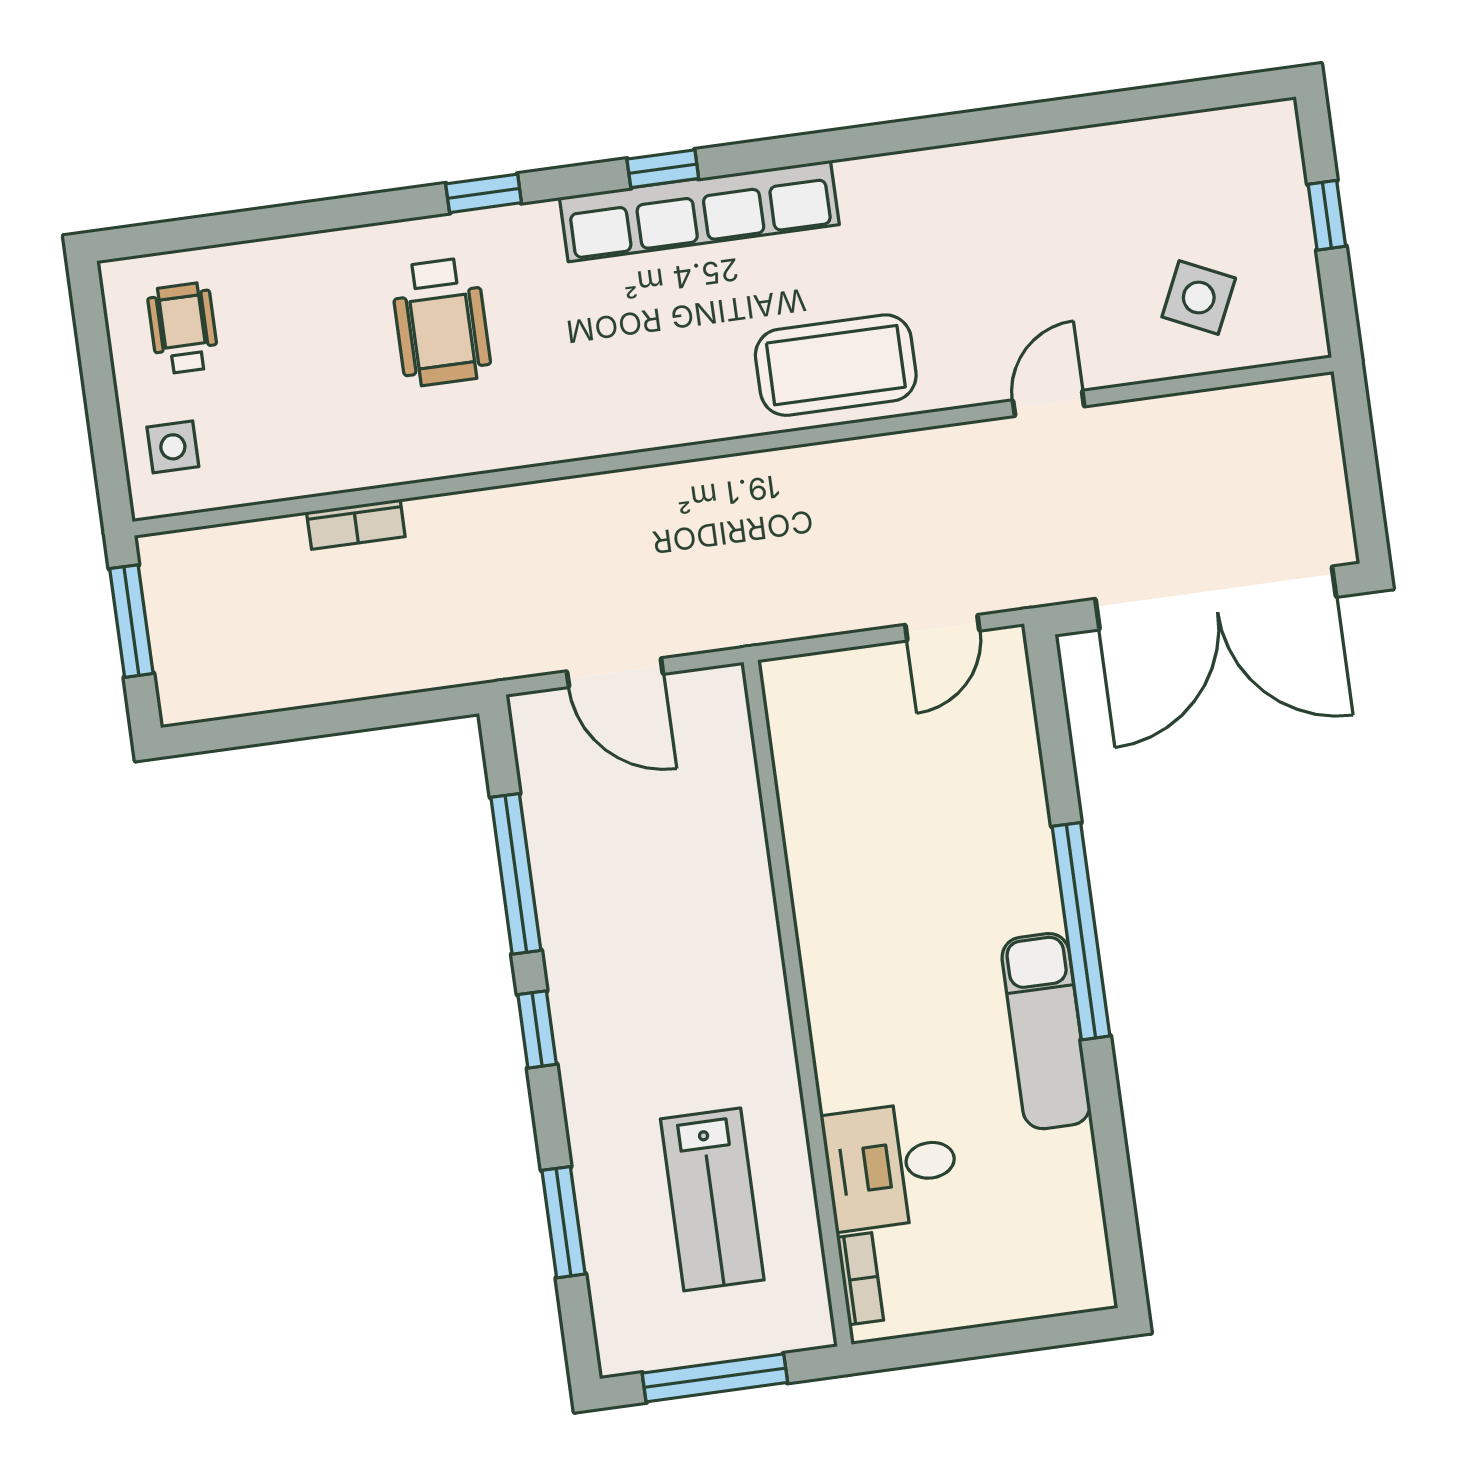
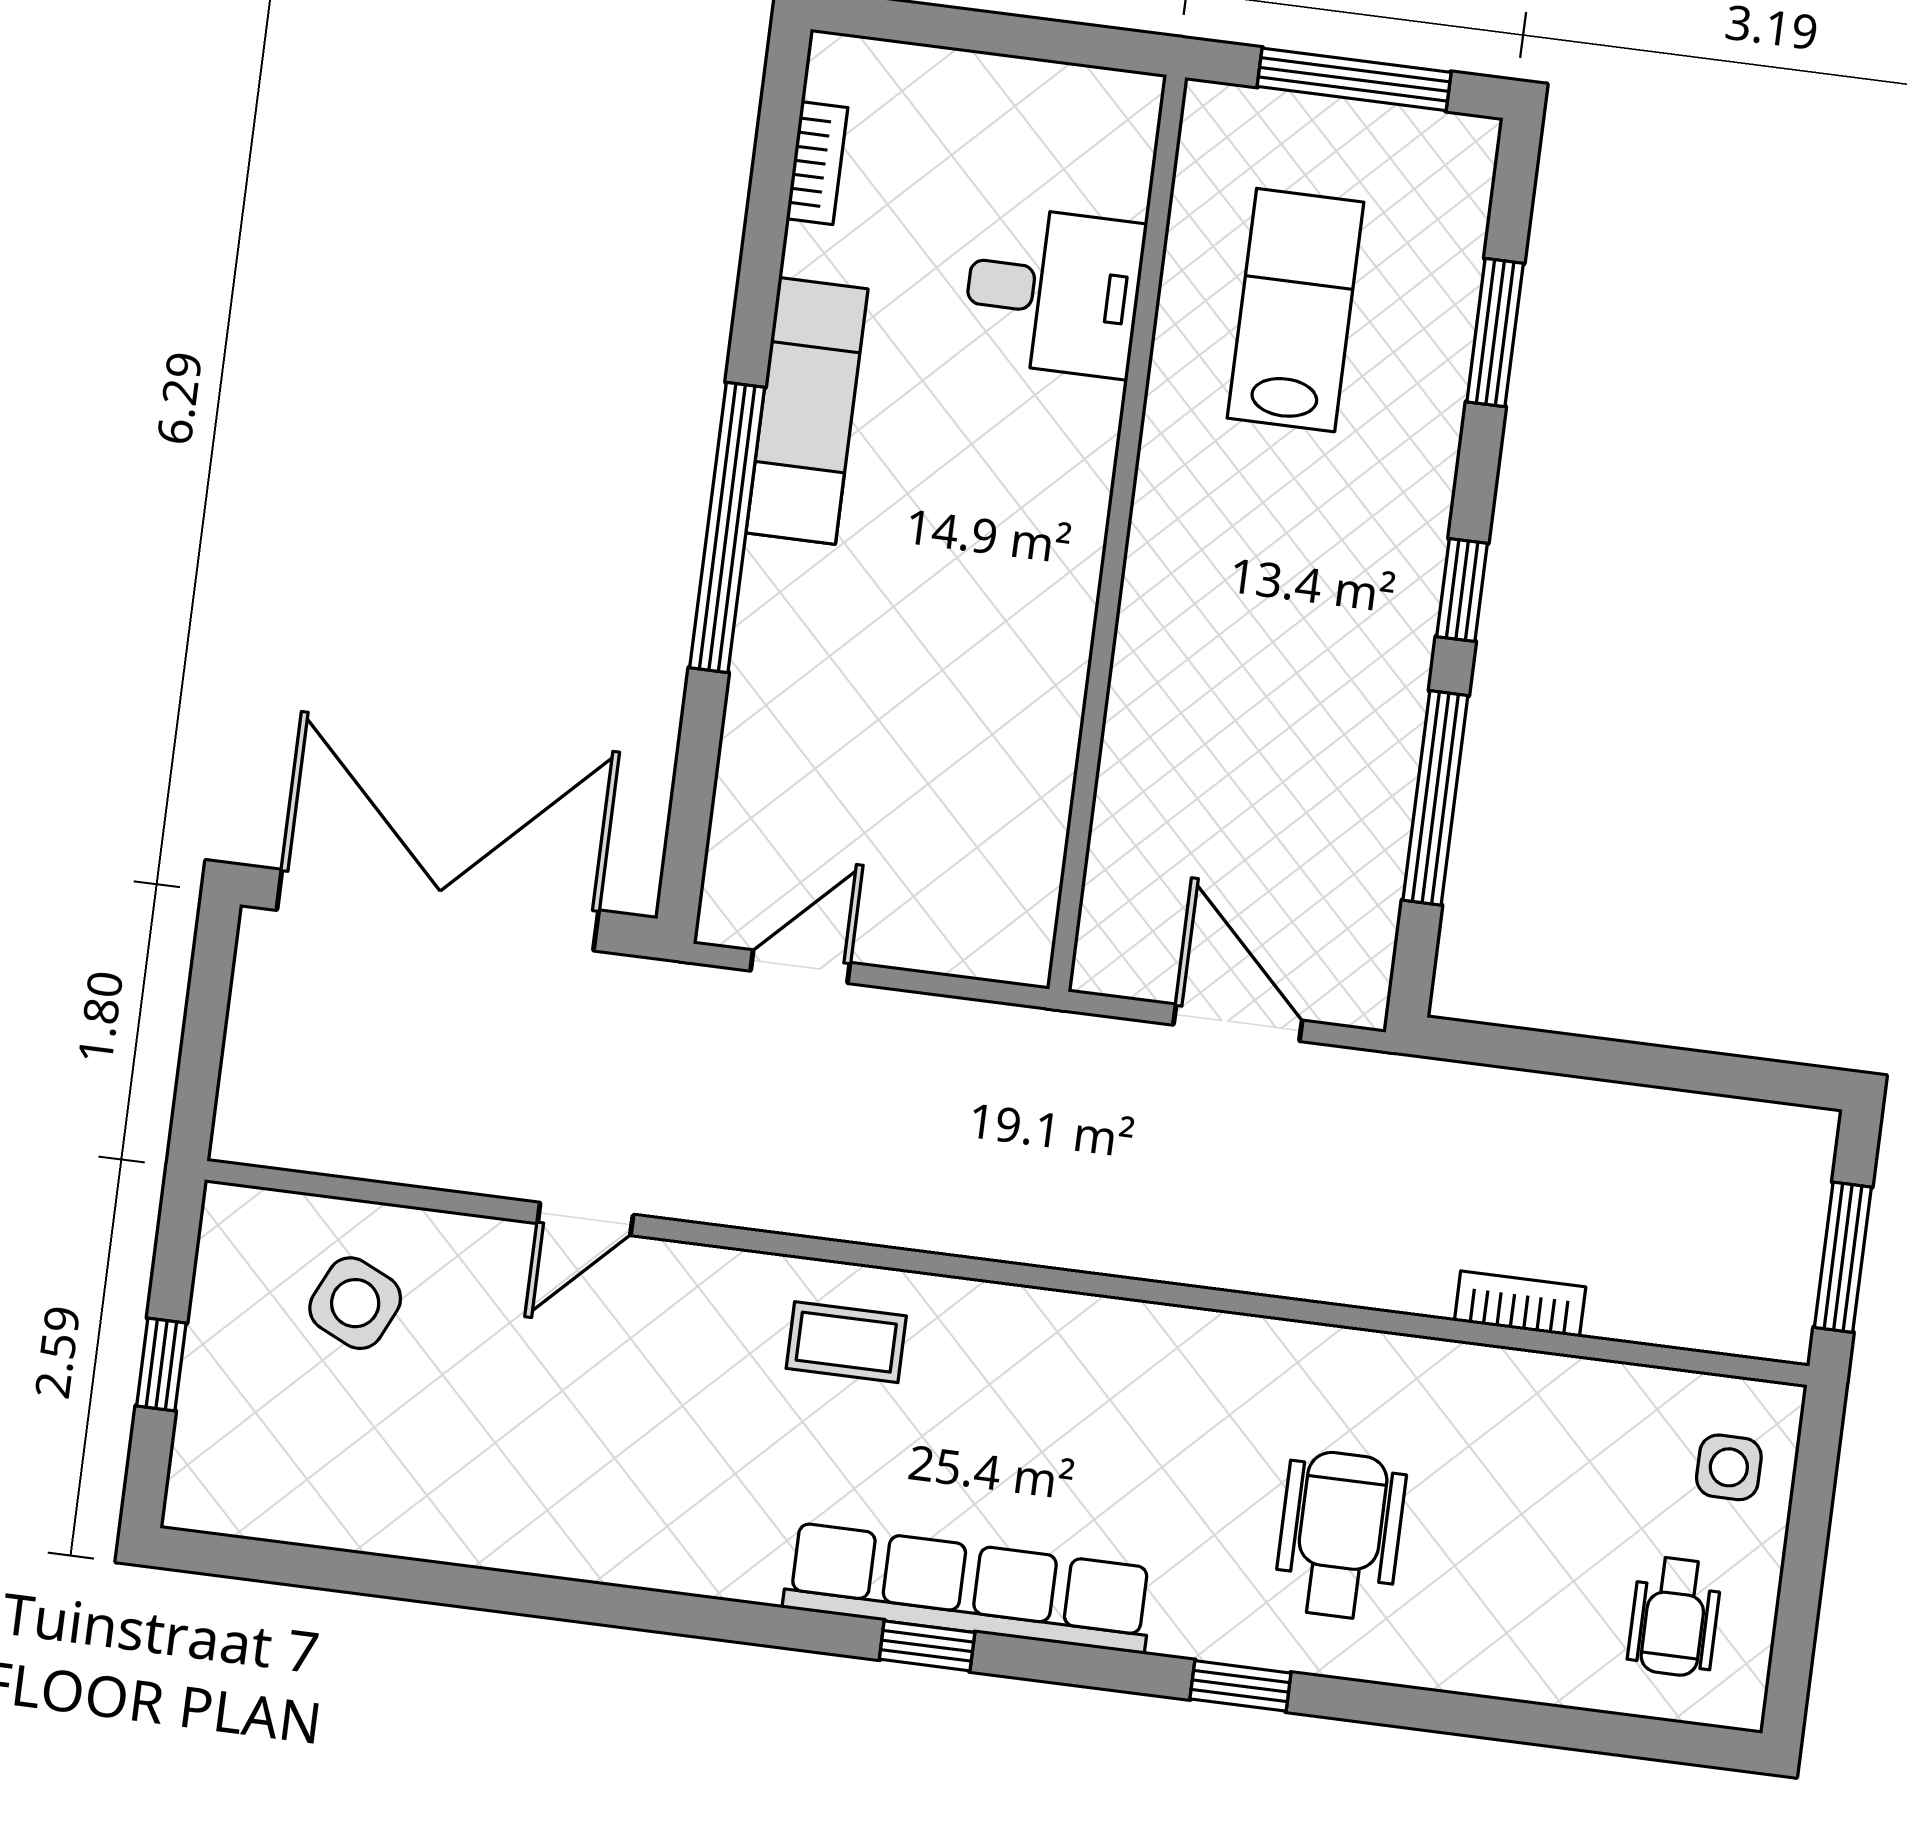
window: (663, 169) -> (927, 1646), moved
coffee table: (836, 365) -> (846, 1342), width x0.54, depth x0.58
bookcase: (860, 1279) -> (817, 163), moved, turned 180

